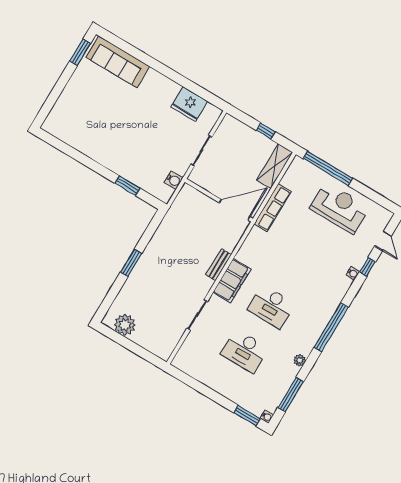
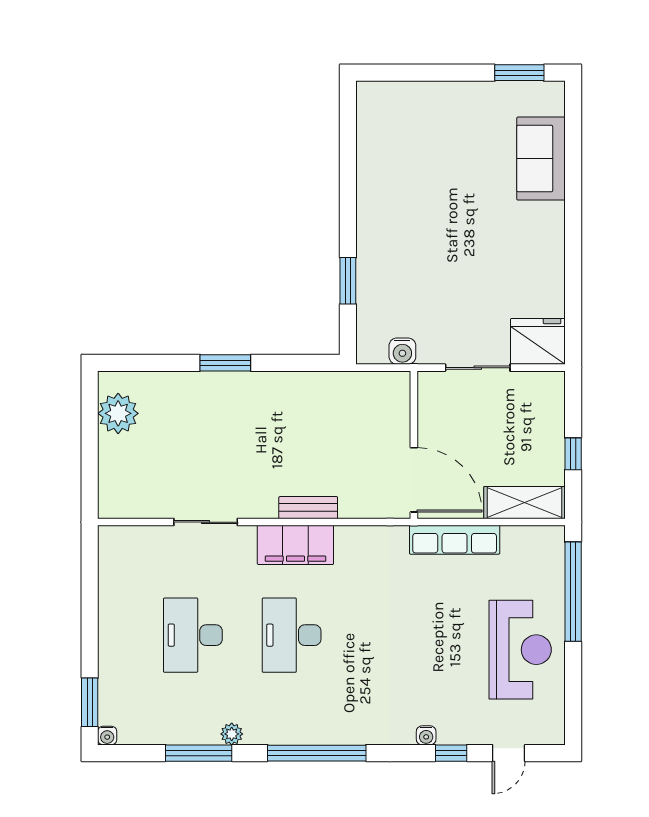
sofa: (118, 62) -> (541, 159), width x0.73
fridge: (189, 104) -> (538, 341), moved, turned 90
window: (291, 395) -> (199, 753), moved

